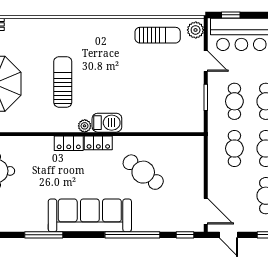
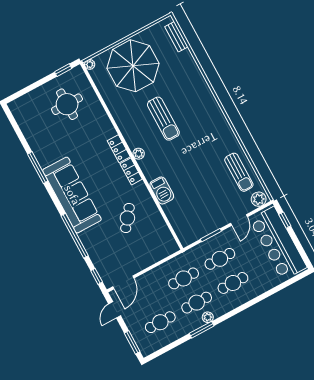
sun lounger: (63, 82) -> (163, 119), turned 90
barbecue: (107, 123) -> (162, 191), moved
cafe table: (143, 172) -> (127, 218), width x0.73, depth x0.74

